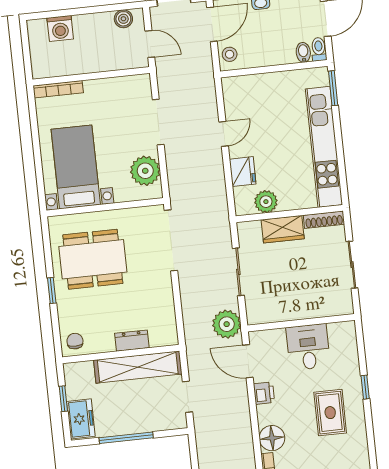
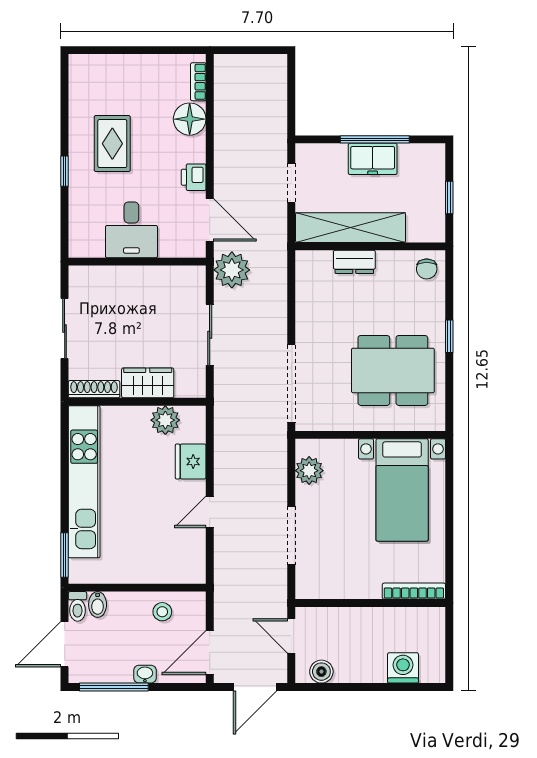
stool: (230, 54) -> (162, 612), moved
plant: (145, 171) -> (309, 471), width x0.73, depth x0.73
freezer: (81, 419) -> (373, 159), moved, turned -90

